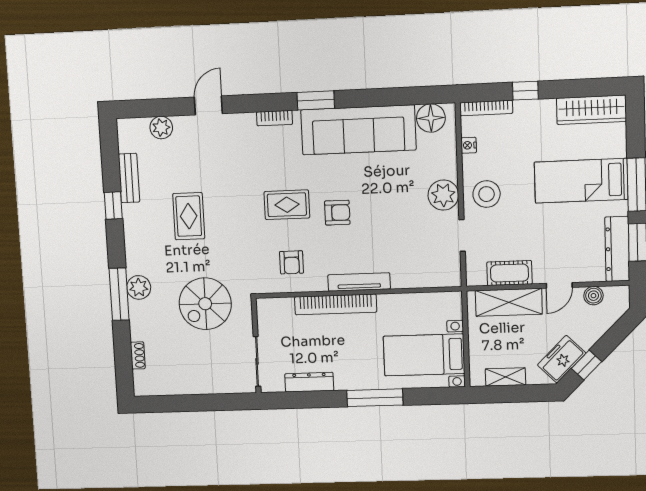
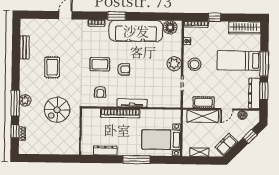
plant: (161, 128) -> (42, 24), removed
window: (113, 205) -> (15, 131), moved
window: (587, 365) -> (250, 136), moved

